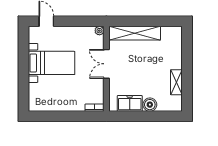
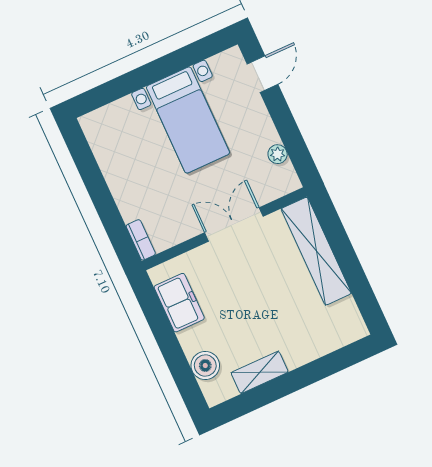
plant: (99, 31) -> (278, 154), moved
boiler: (150, 105) -> (205, 365), moved

